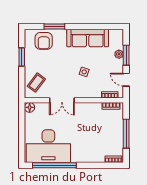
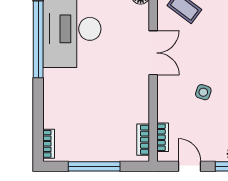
door: (126, 80) -> (190, 166), hinge flipped
double door: (62, 100) -> (153, 53), swing flipped

